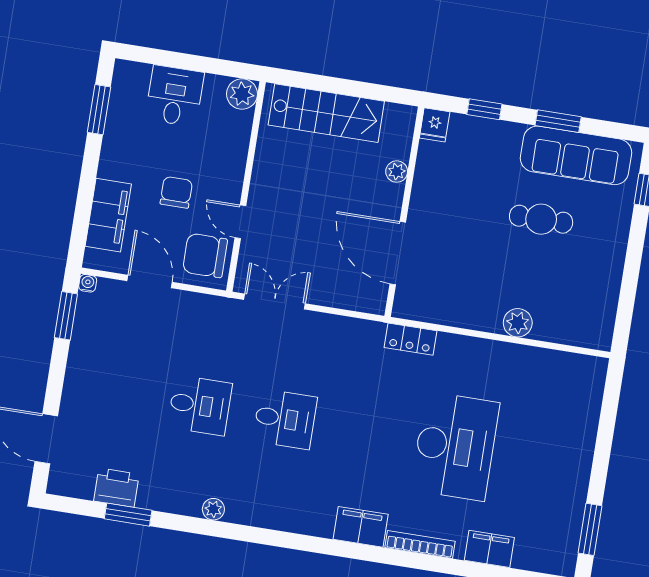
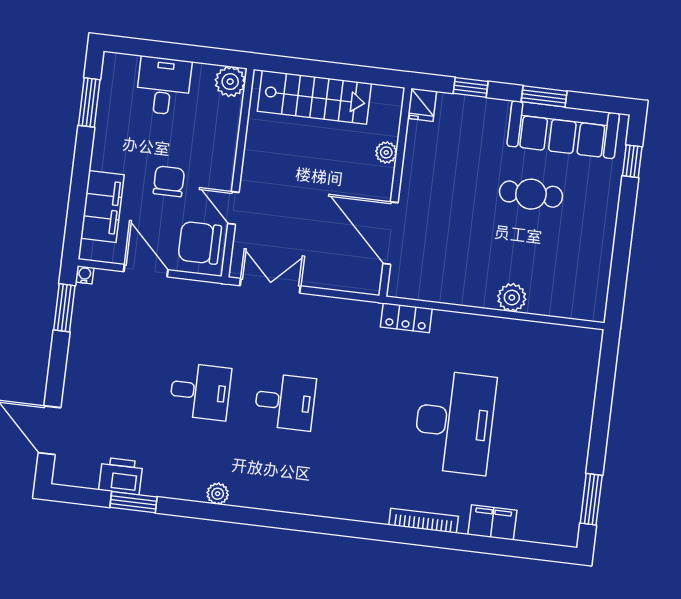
filing cabinet: (361, 527) -> (364, 506), removed

